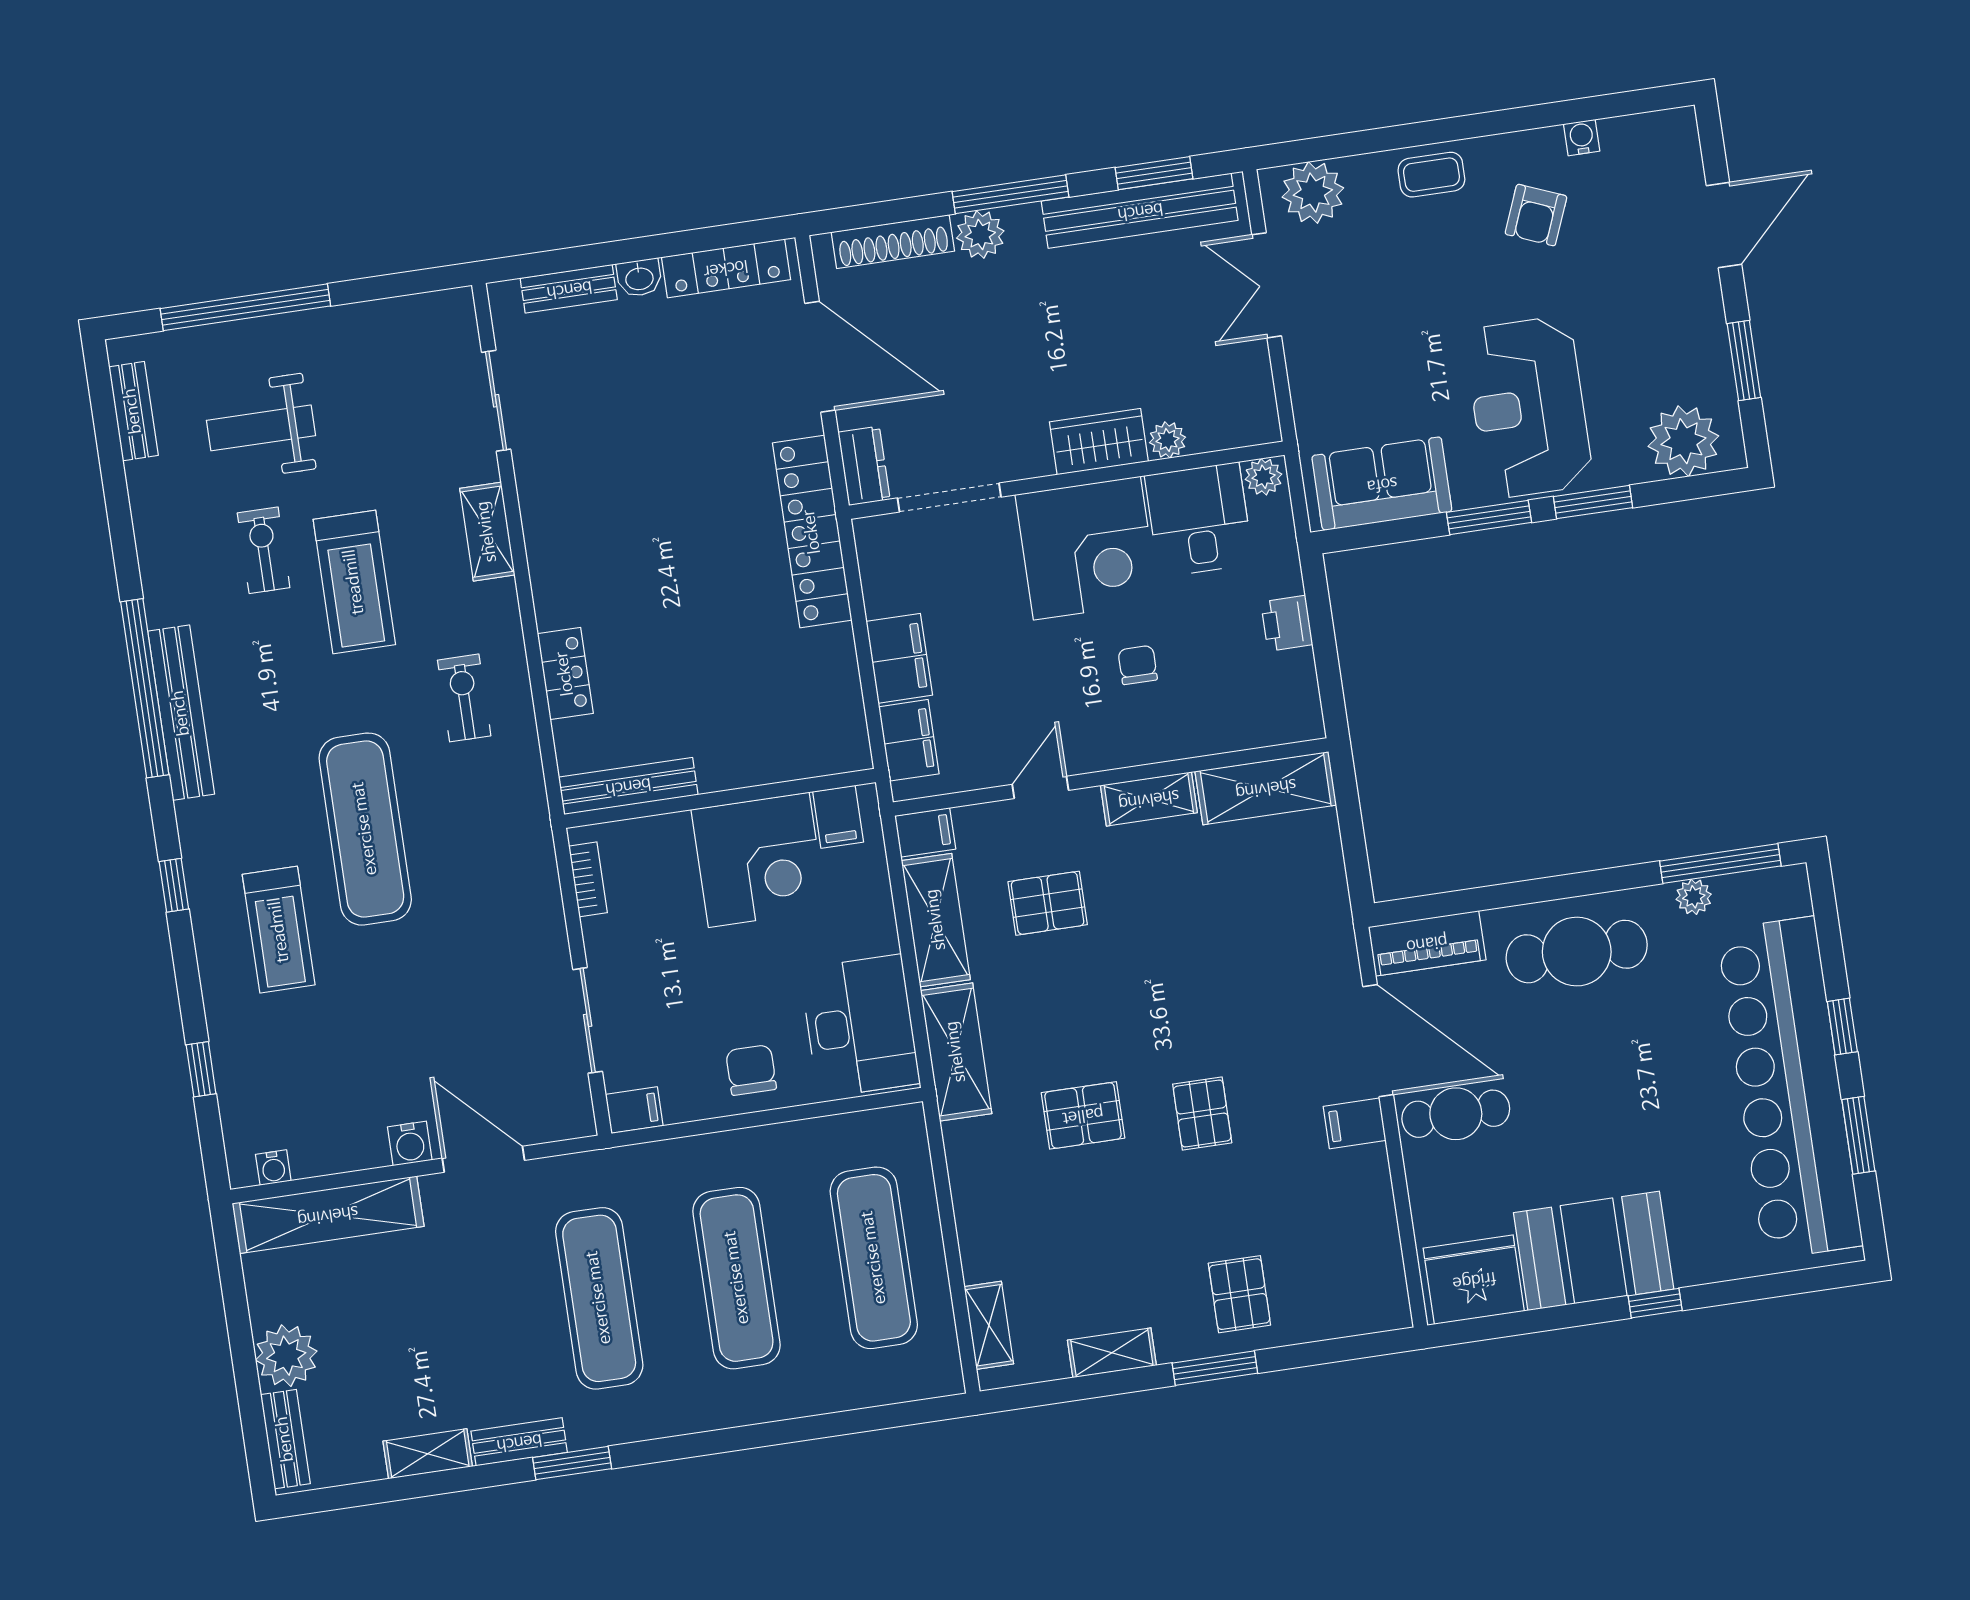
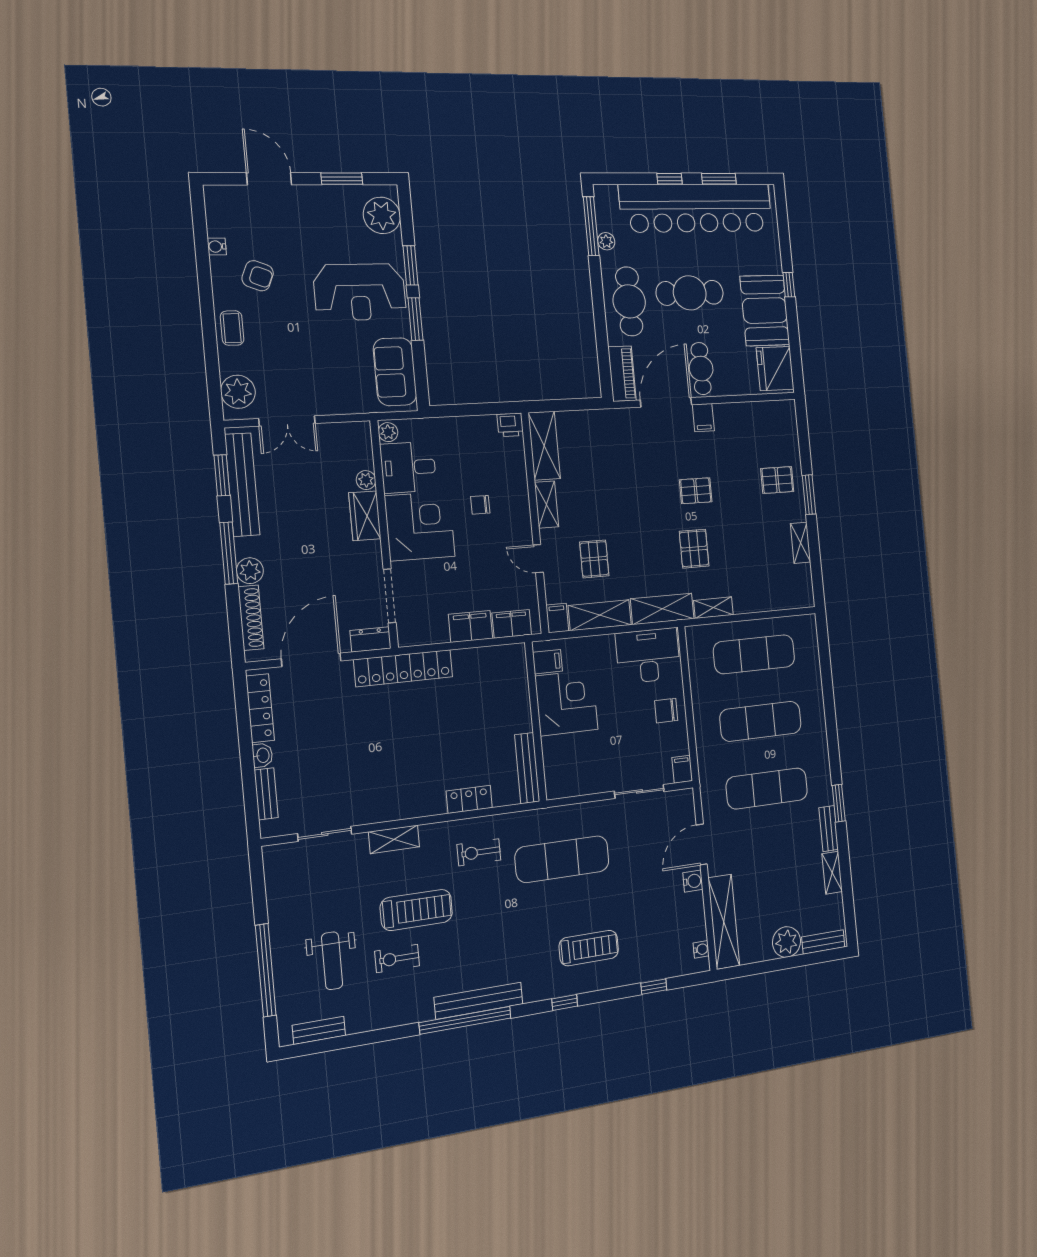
printer: (1287, 623) -> (510, 425), moved
exercise mat: (365, 829) -> (562, 859), moved
bookcase: (588, 879) -> (572, 790), removed
cafe table: (1610, 1082) -> (690, 293), added
shelving: (989, 1325) -> (713, 608), moved

